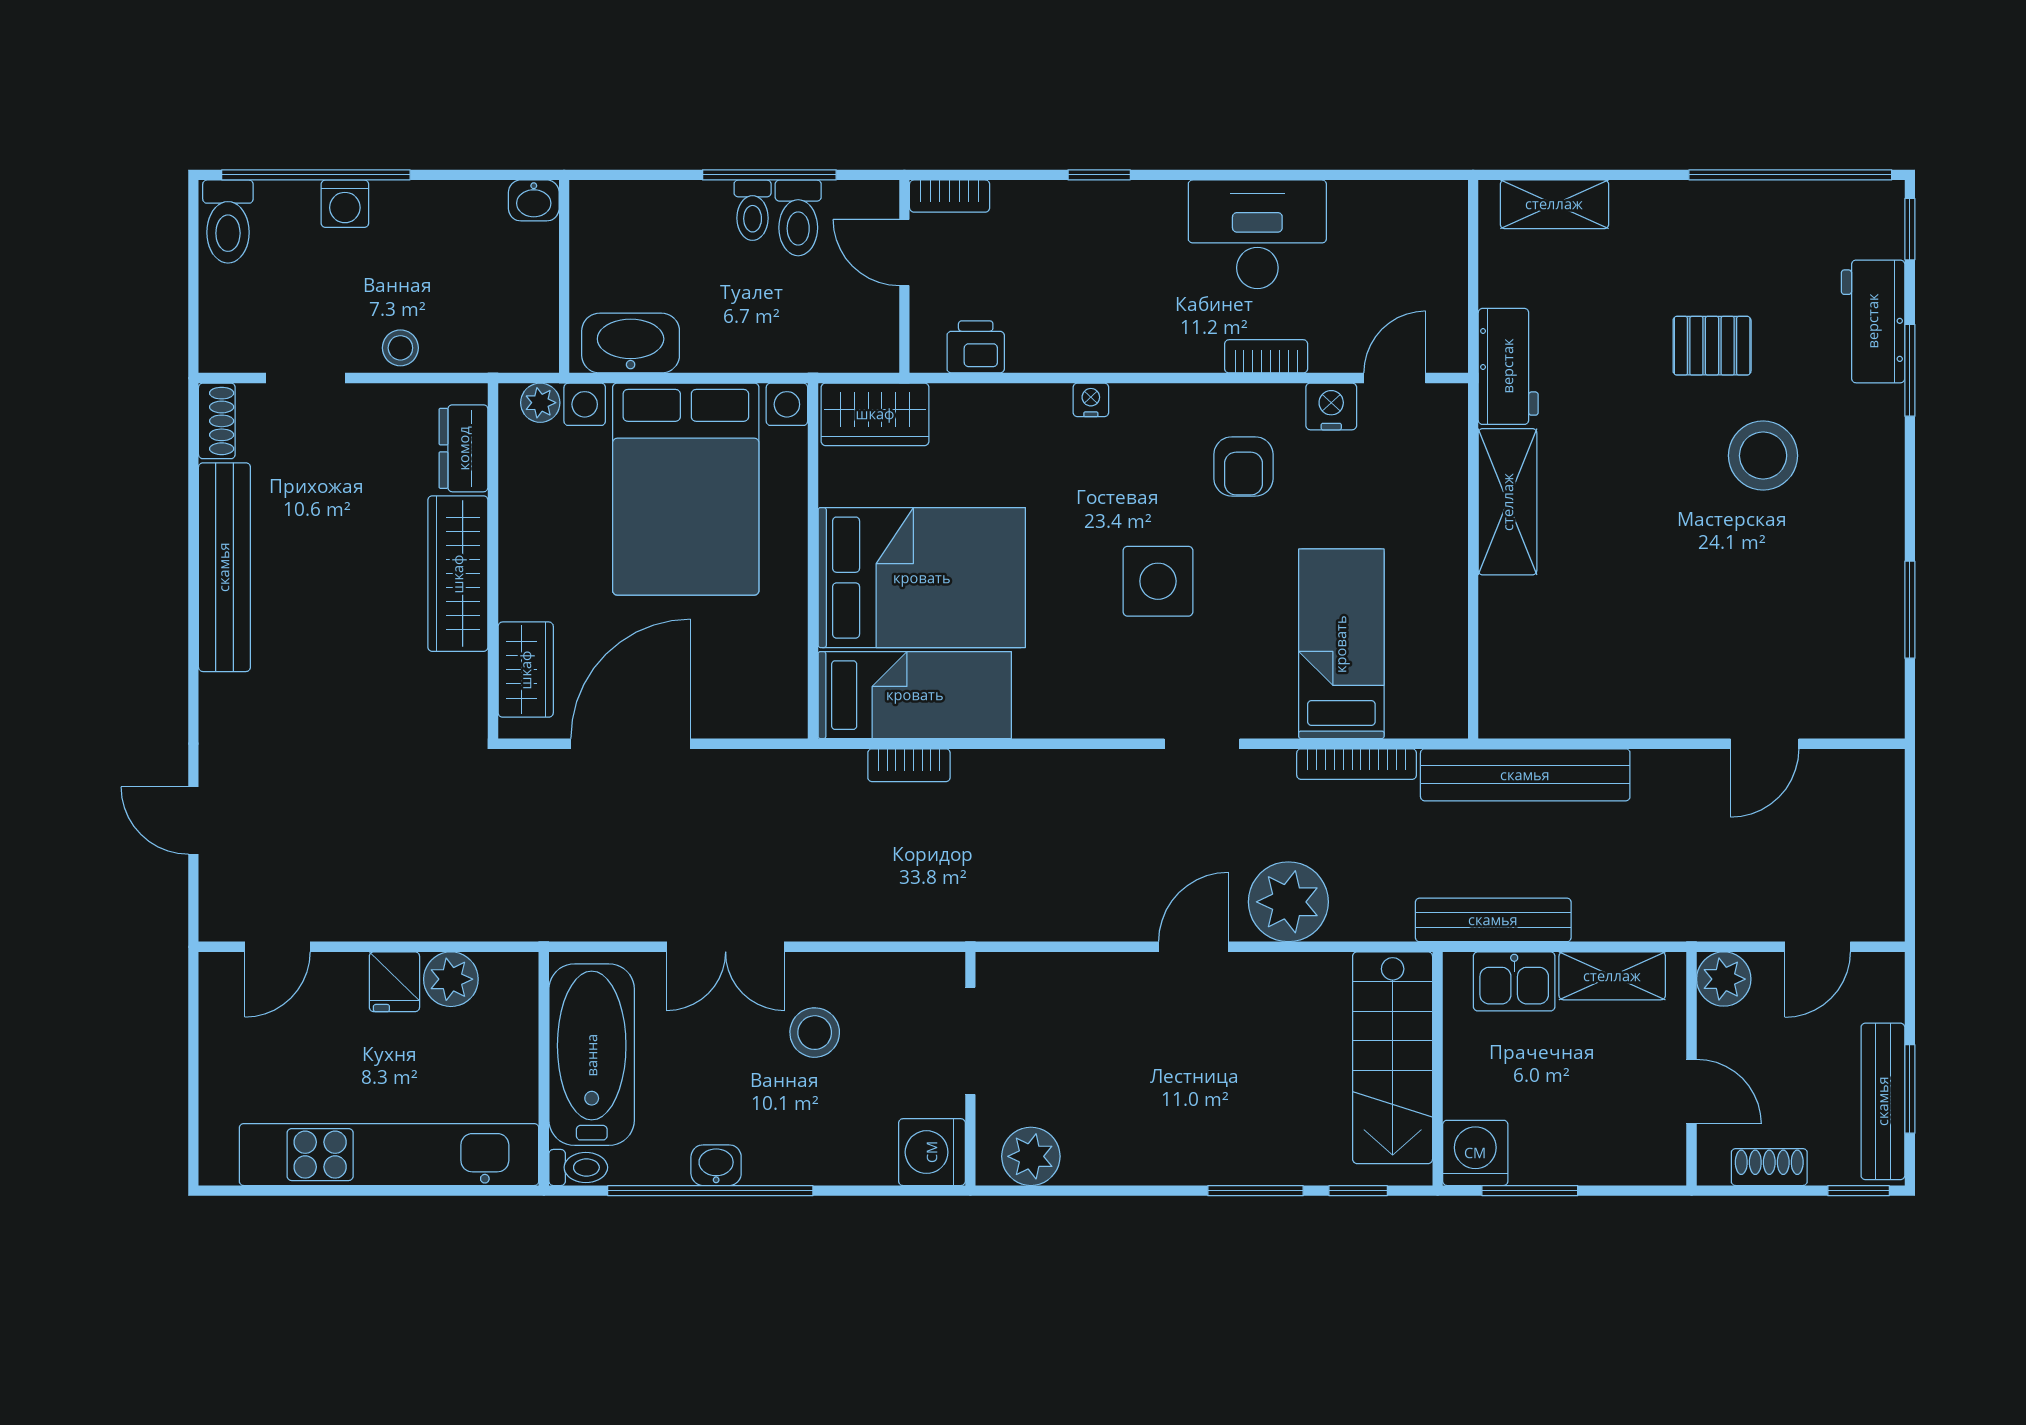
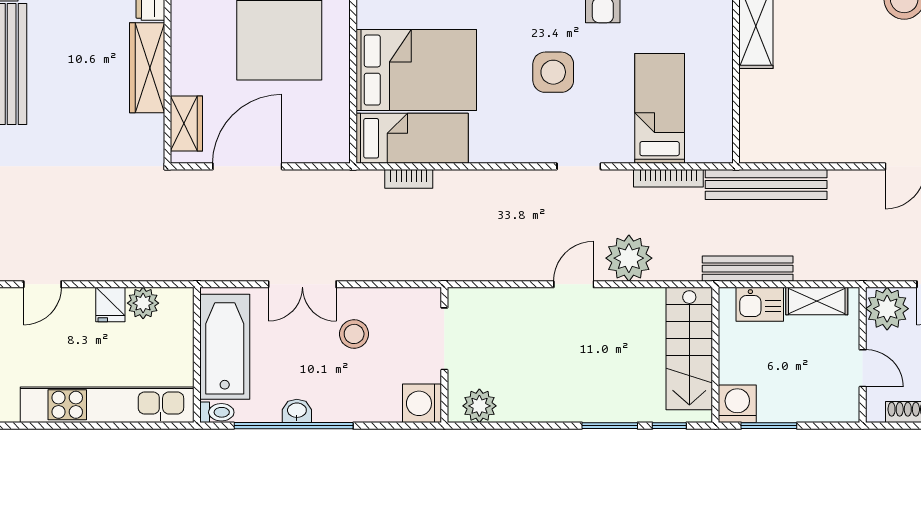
plant: (1724, 979) -> (887, 309), width x1.36, depth x1.36

